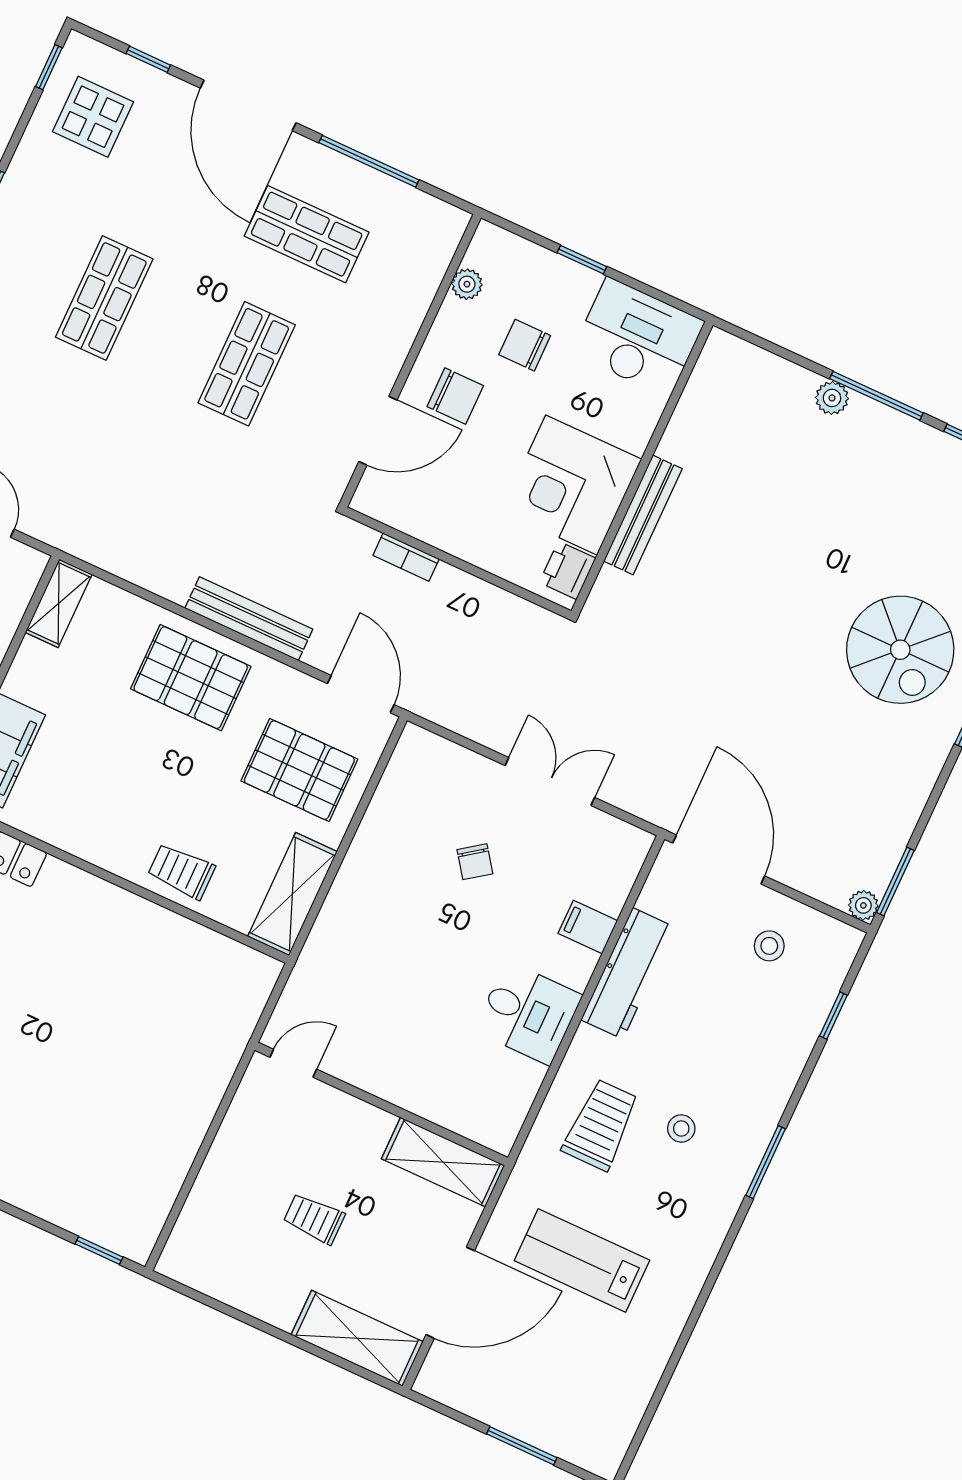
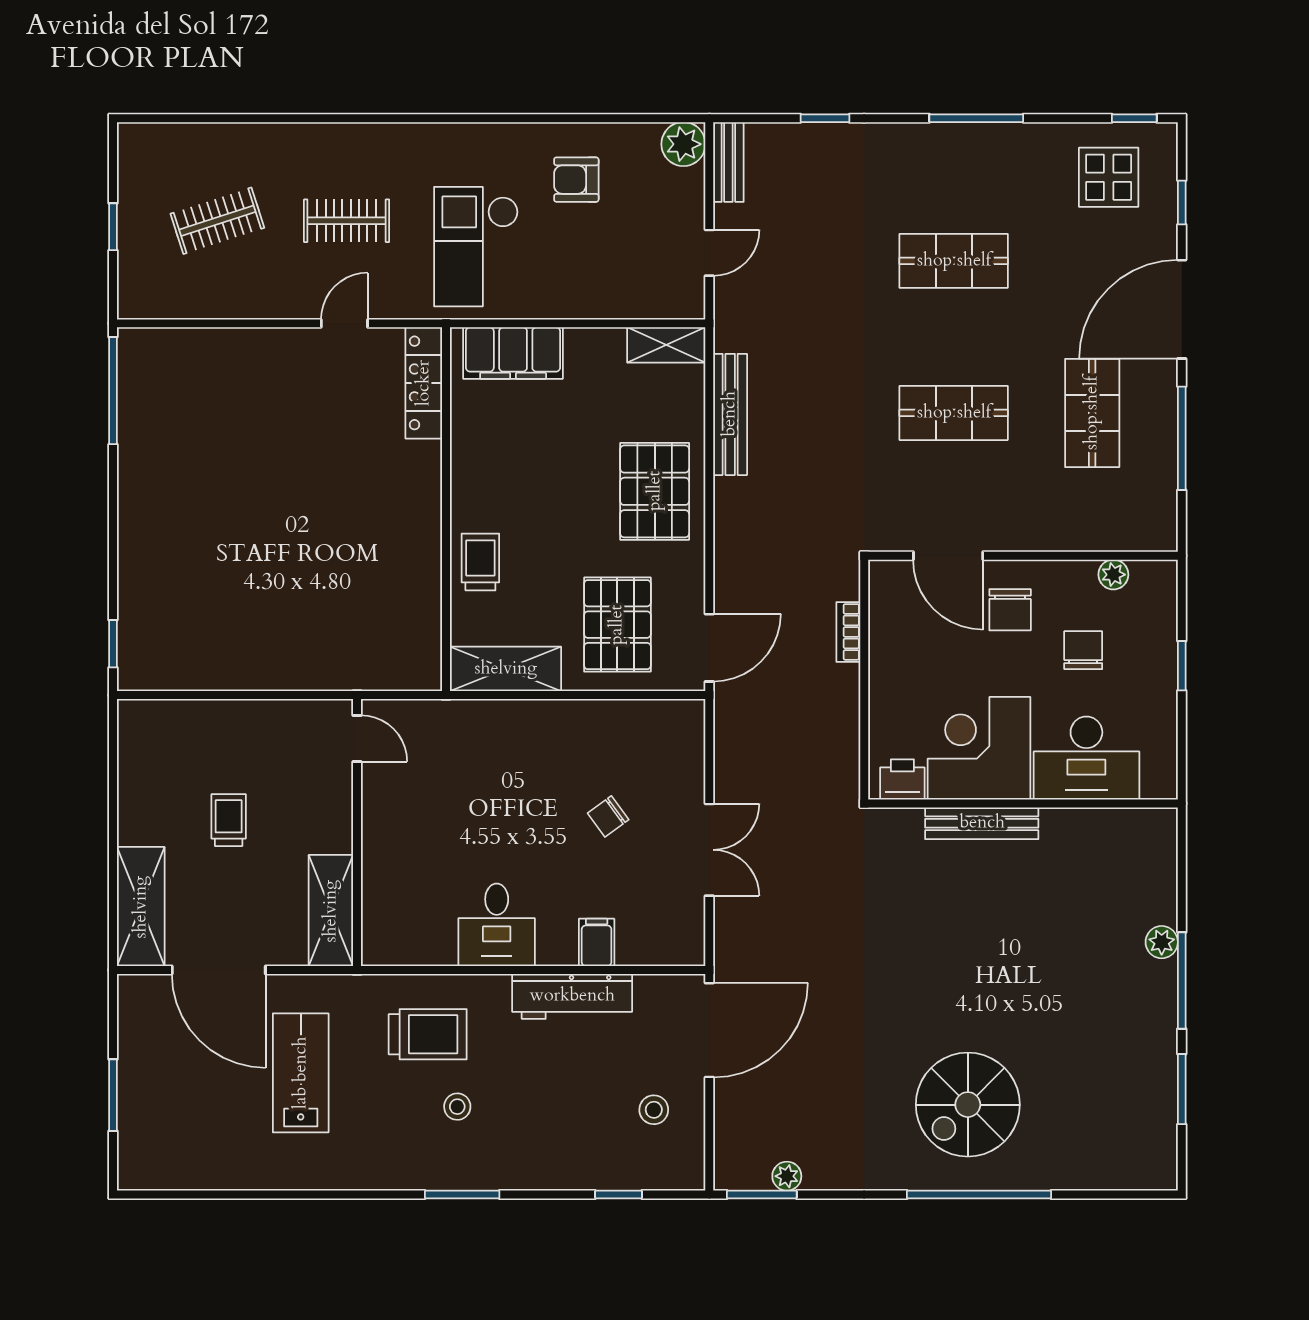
desk: (638, 337) -> (1086, 758), moved, turned 90
bench: (249, 619) -> (730, 414), moved
plant: (863, 905) -> (787, 1176), moved

